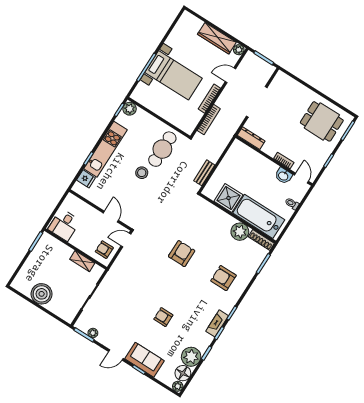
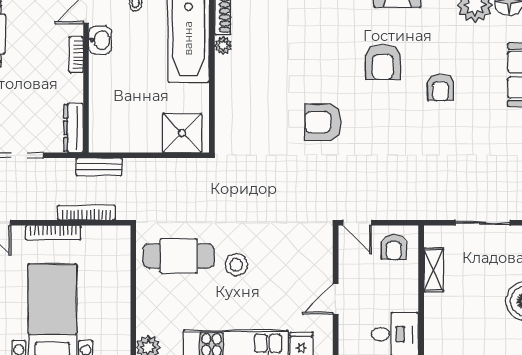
bench: (204, 173) -> (99, 167), moved
shower: (228, 198) -> (182, 133), moved
door: (111, 217) -> (336, 299), moved
plant: (240, 232) -> (223, 45), width x0.53, depth x0.53
armchair: (223, 278) -> (383, 62), moved

